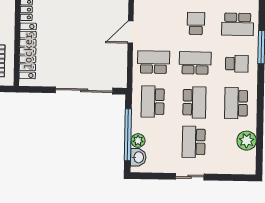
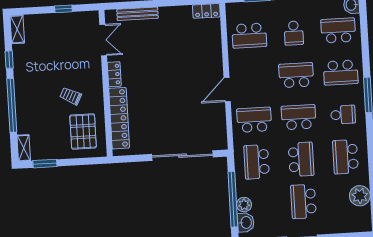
school desk: (196, 23) -> (296, 75), width x1.85

